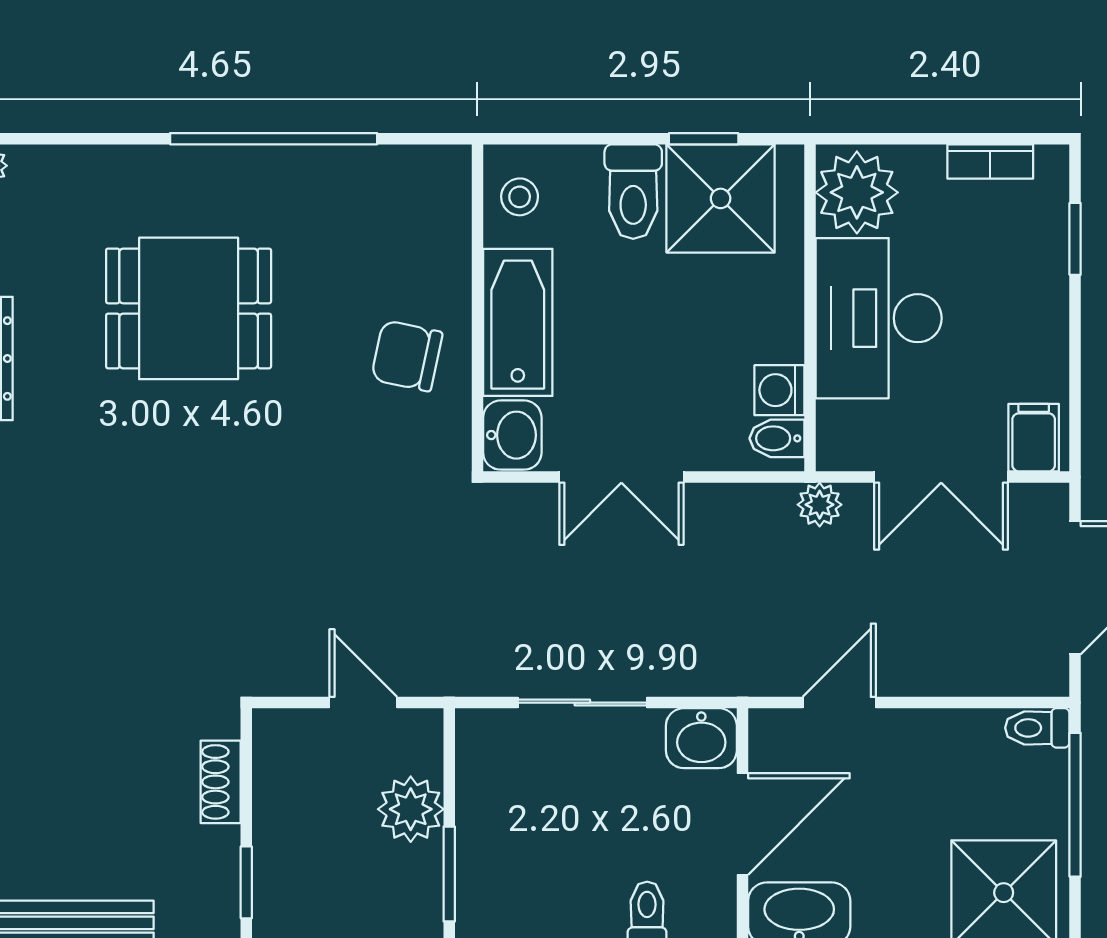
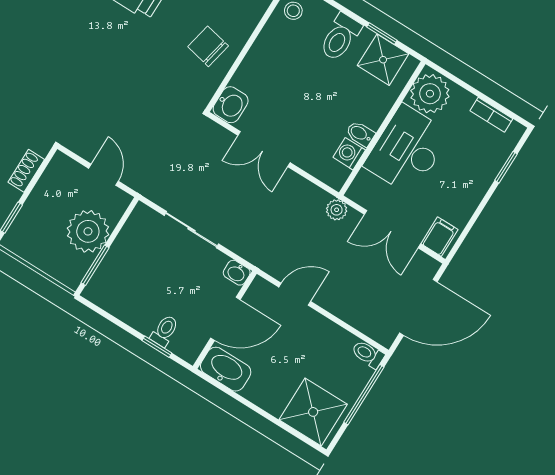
shower: (721, 198) -> (383, 60), width x0.73, depth x0.73
bathtub: (518, 322) -> (261, 61), removed
bidet: (777, 438) -> (360, 134), moved
washbasin: (701, 738) -> (237, 273), width x0.72, depth x0.69
plant: (411, 809) -> (88, 231), width x1.36, depth x1.36

